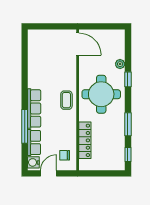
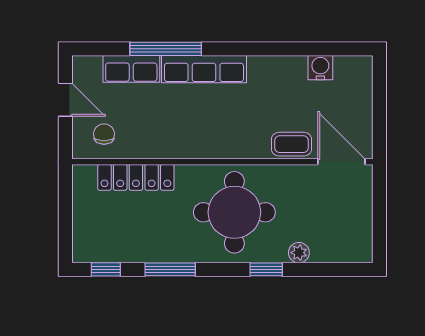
door: (78, 44) -> (341, 162), swing flipped
coffee table: (66, 100) -> (292, 144), moved
water cooler: (33, 162) -> (320, 68), moved

